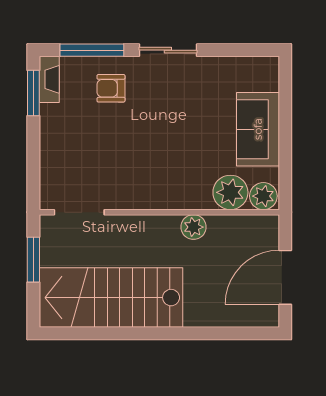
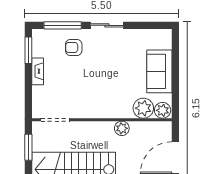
fireplace: (49, 79) -> (38, 71), moved

